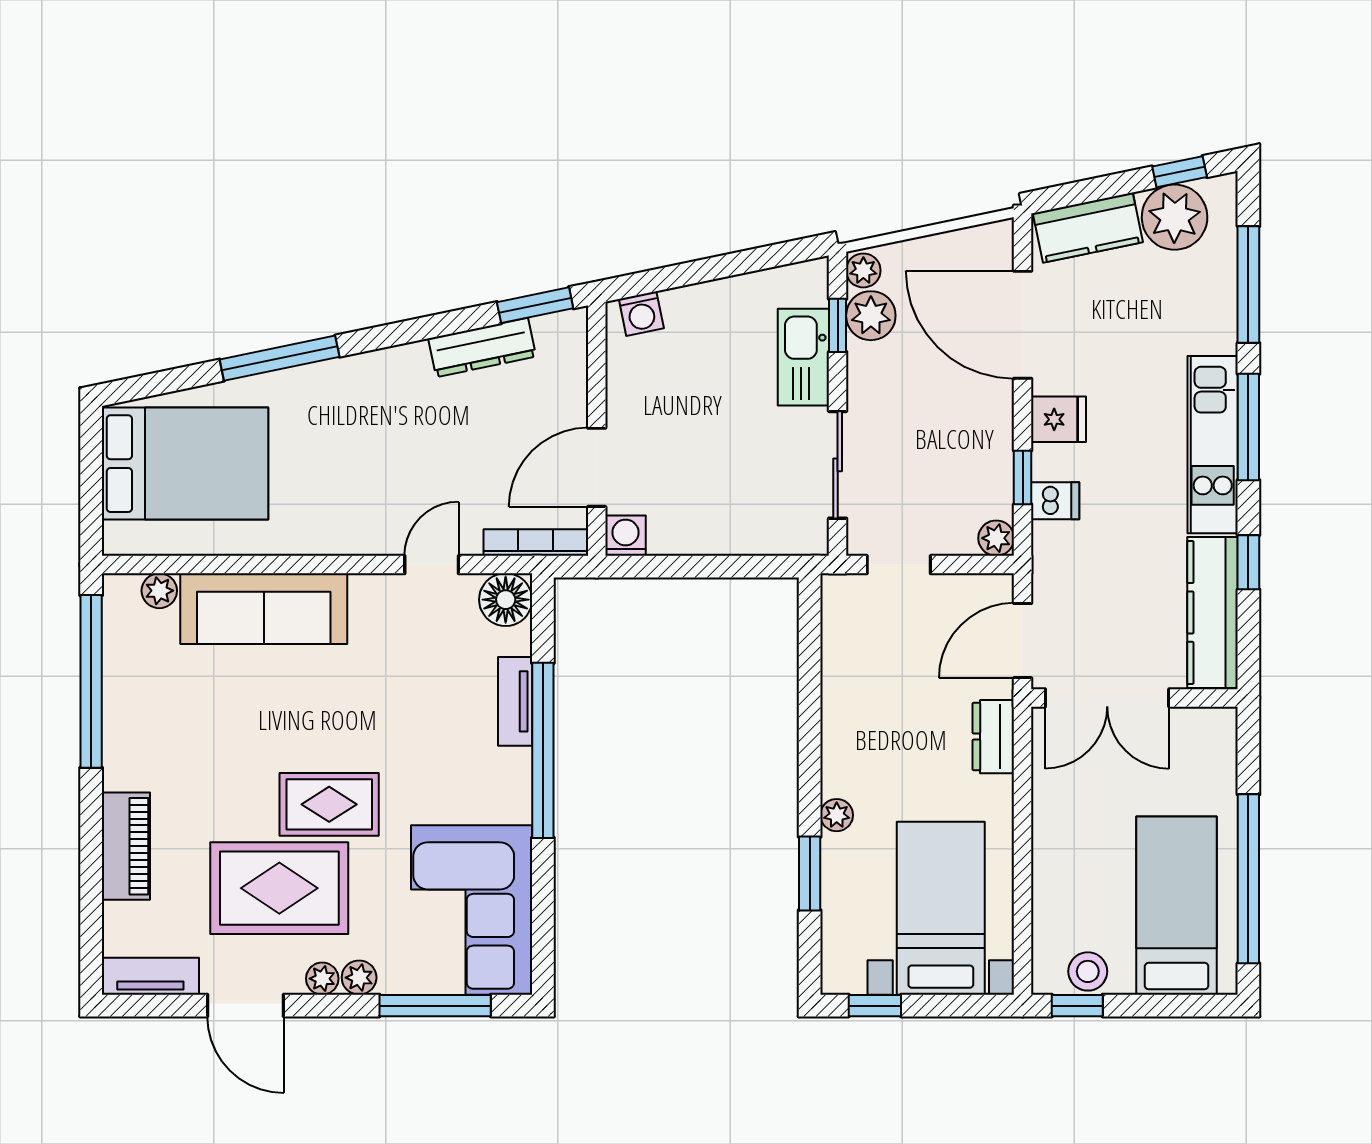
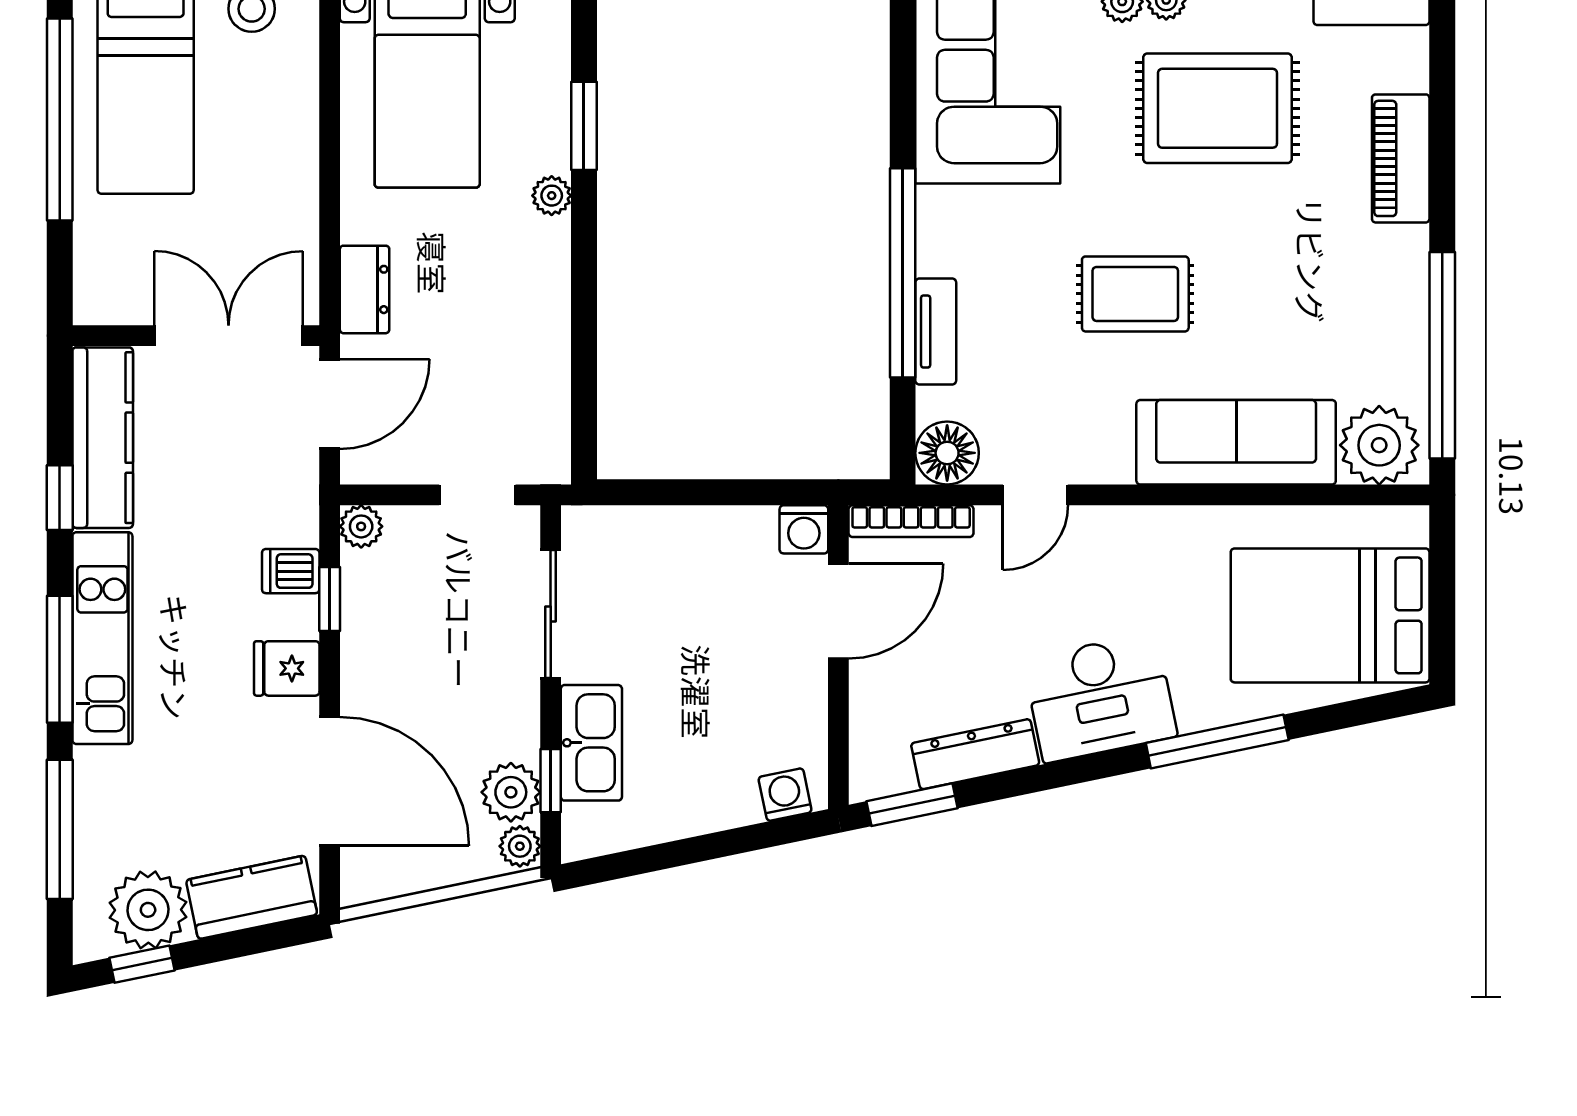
desk: (378, 395) -> (1100, 698), added
plant: (159, 591) -> (1379, 445), width x1.87, depth x1.87
rug: (329, 804) -> (1135, 294), moved

